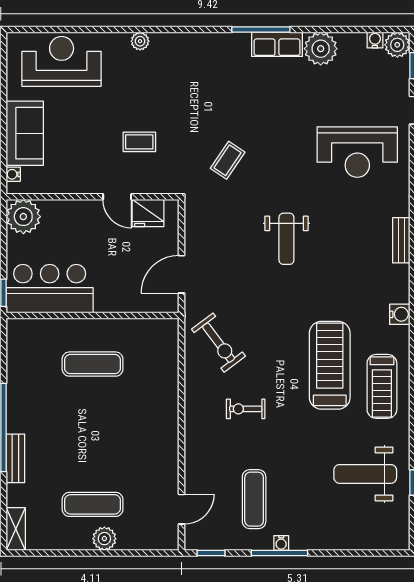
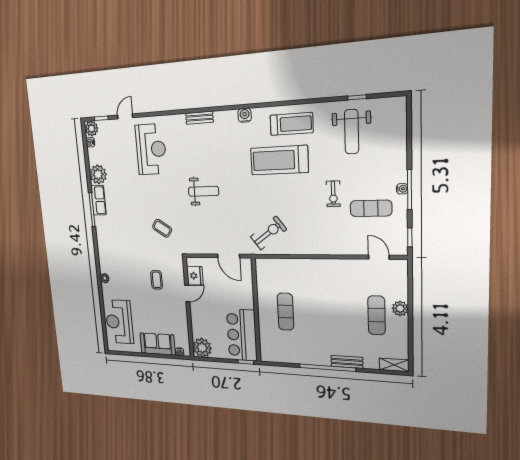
exercise bike: (246, 409) -> (333, 194), moved

